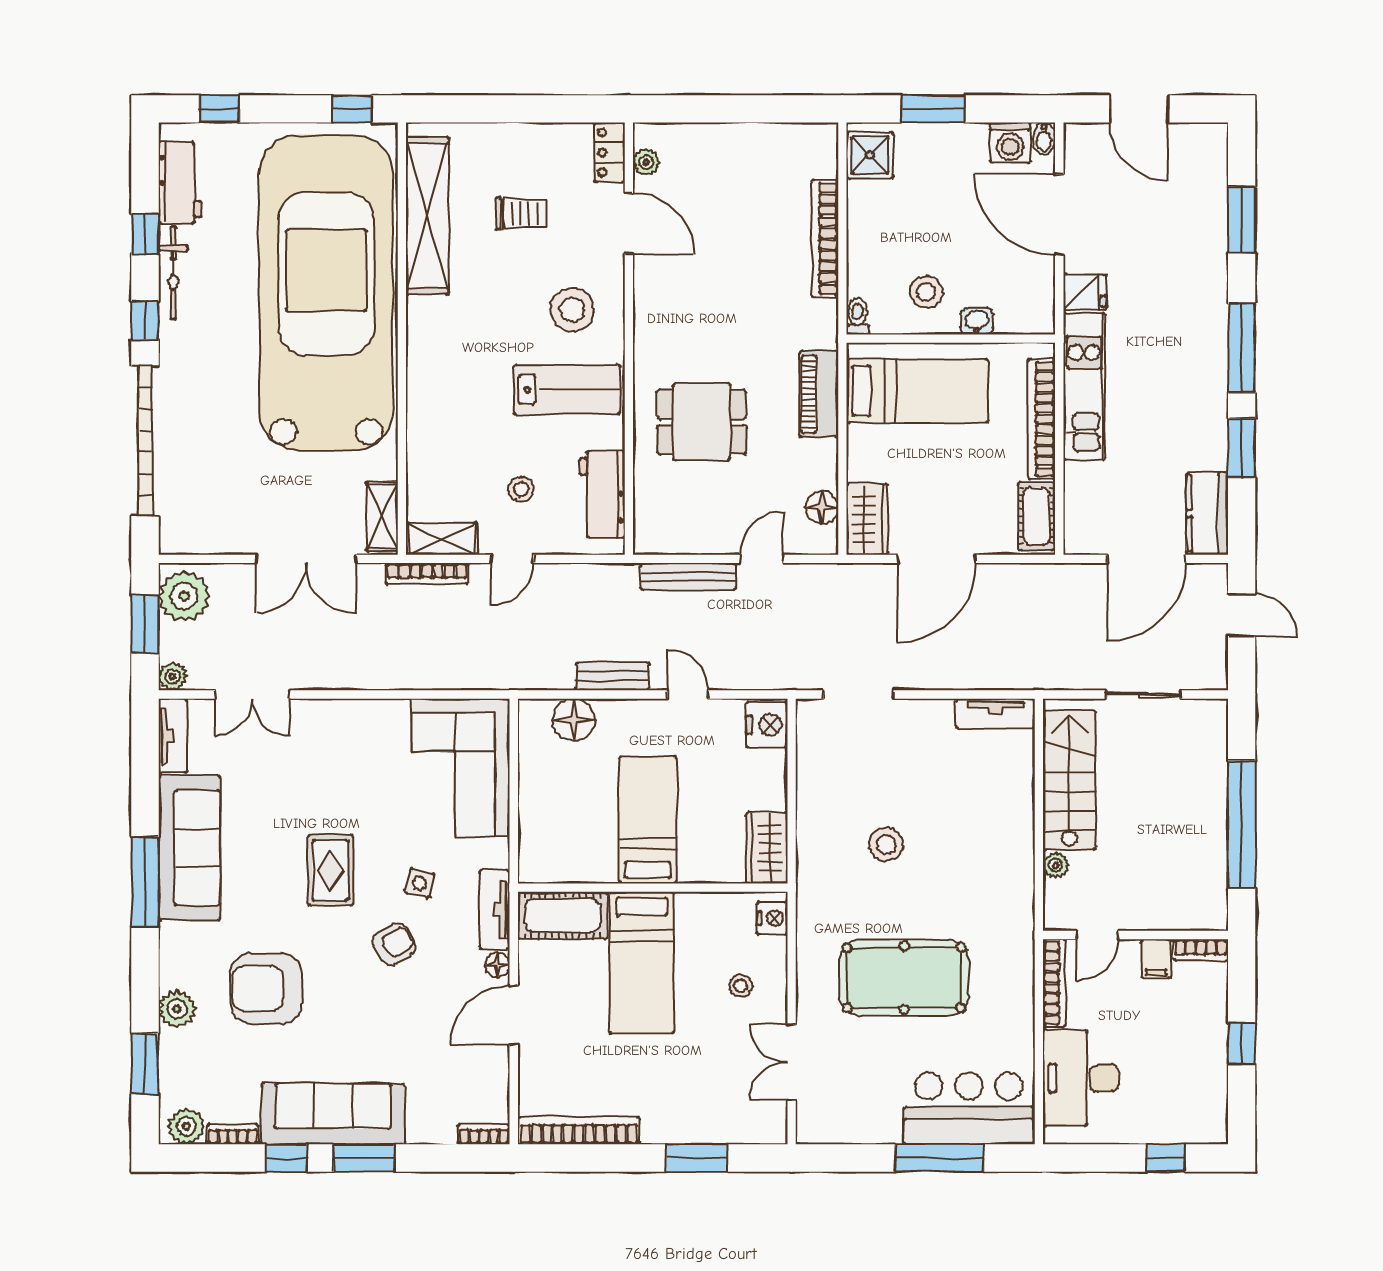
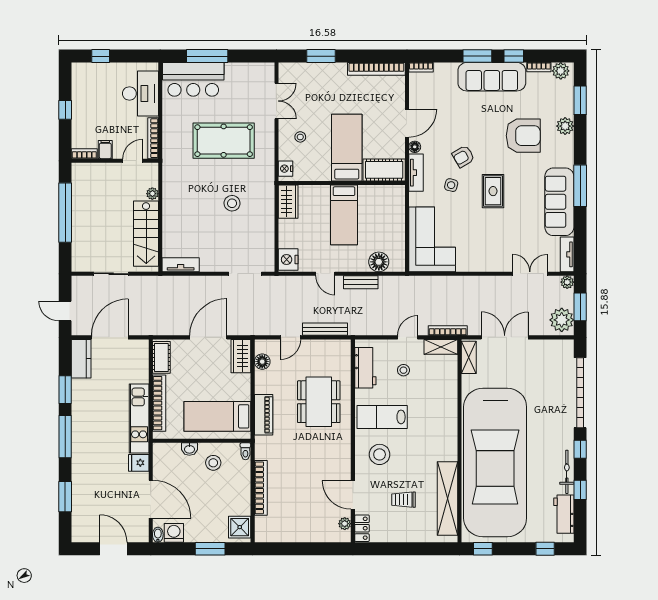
dining table: (701, 422) -> (319, 402), width x1.38

